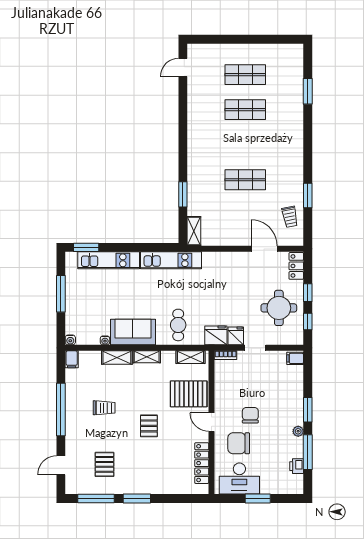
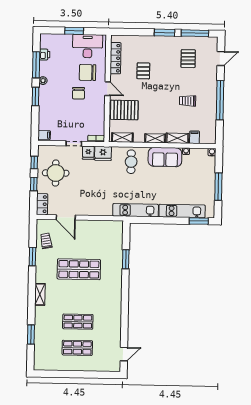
shop shelf: (245, 180) -> (79, 269), width x1.43, depth x1.36
shelving: (194, 231) -> (40, 294), moved
filing cabinet: (72, 359) -> (194, 137), moved
pallet: (149, 426) -> (143, 71), moved
chair: (239, 443) -> (88, 72), turned 180

